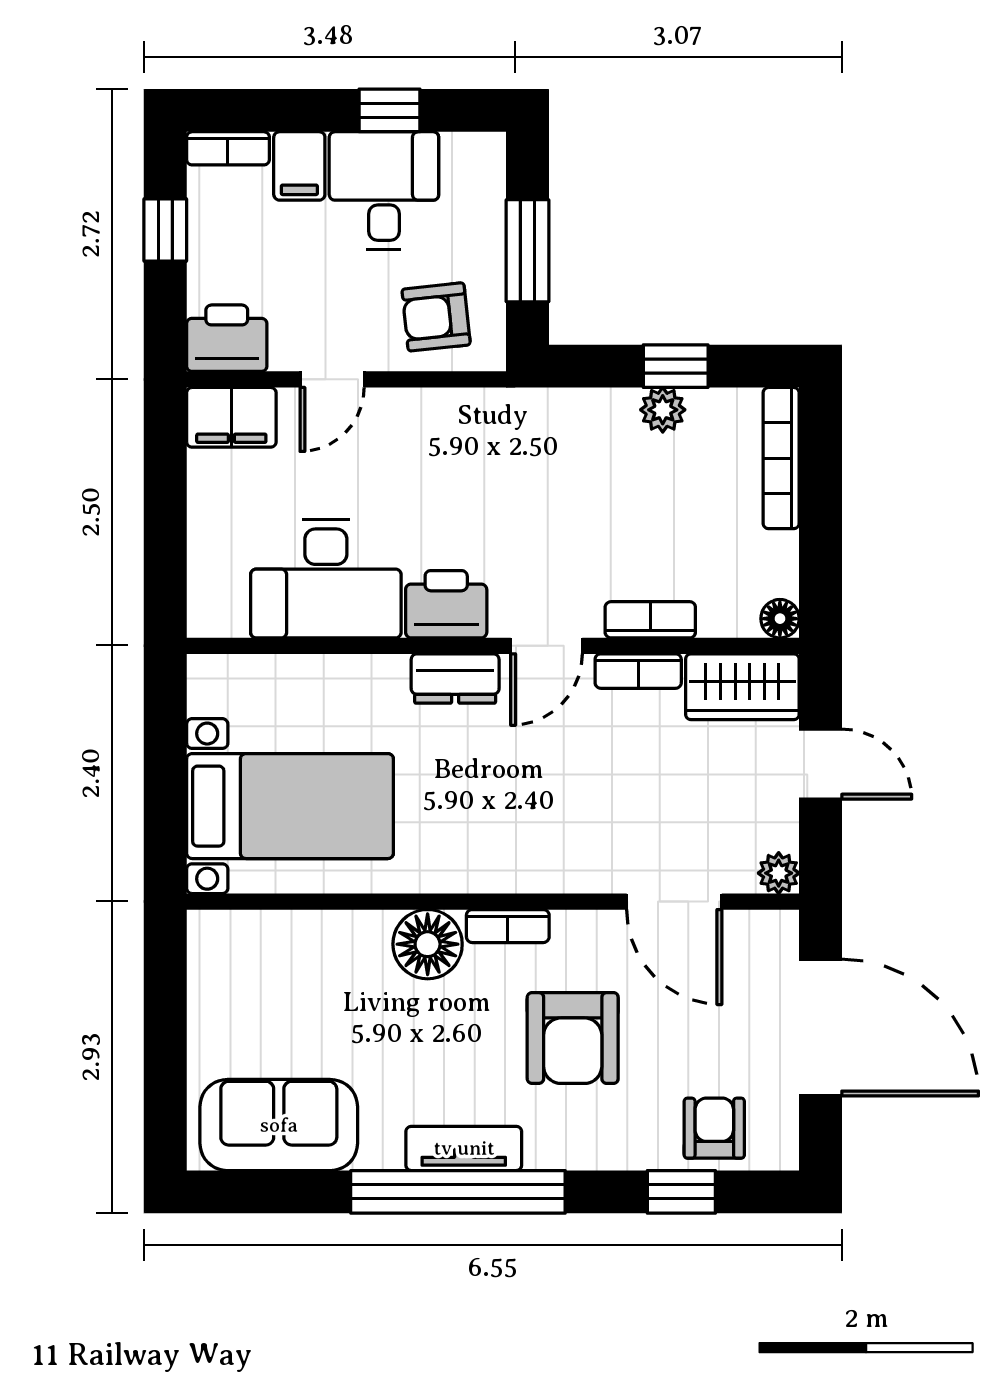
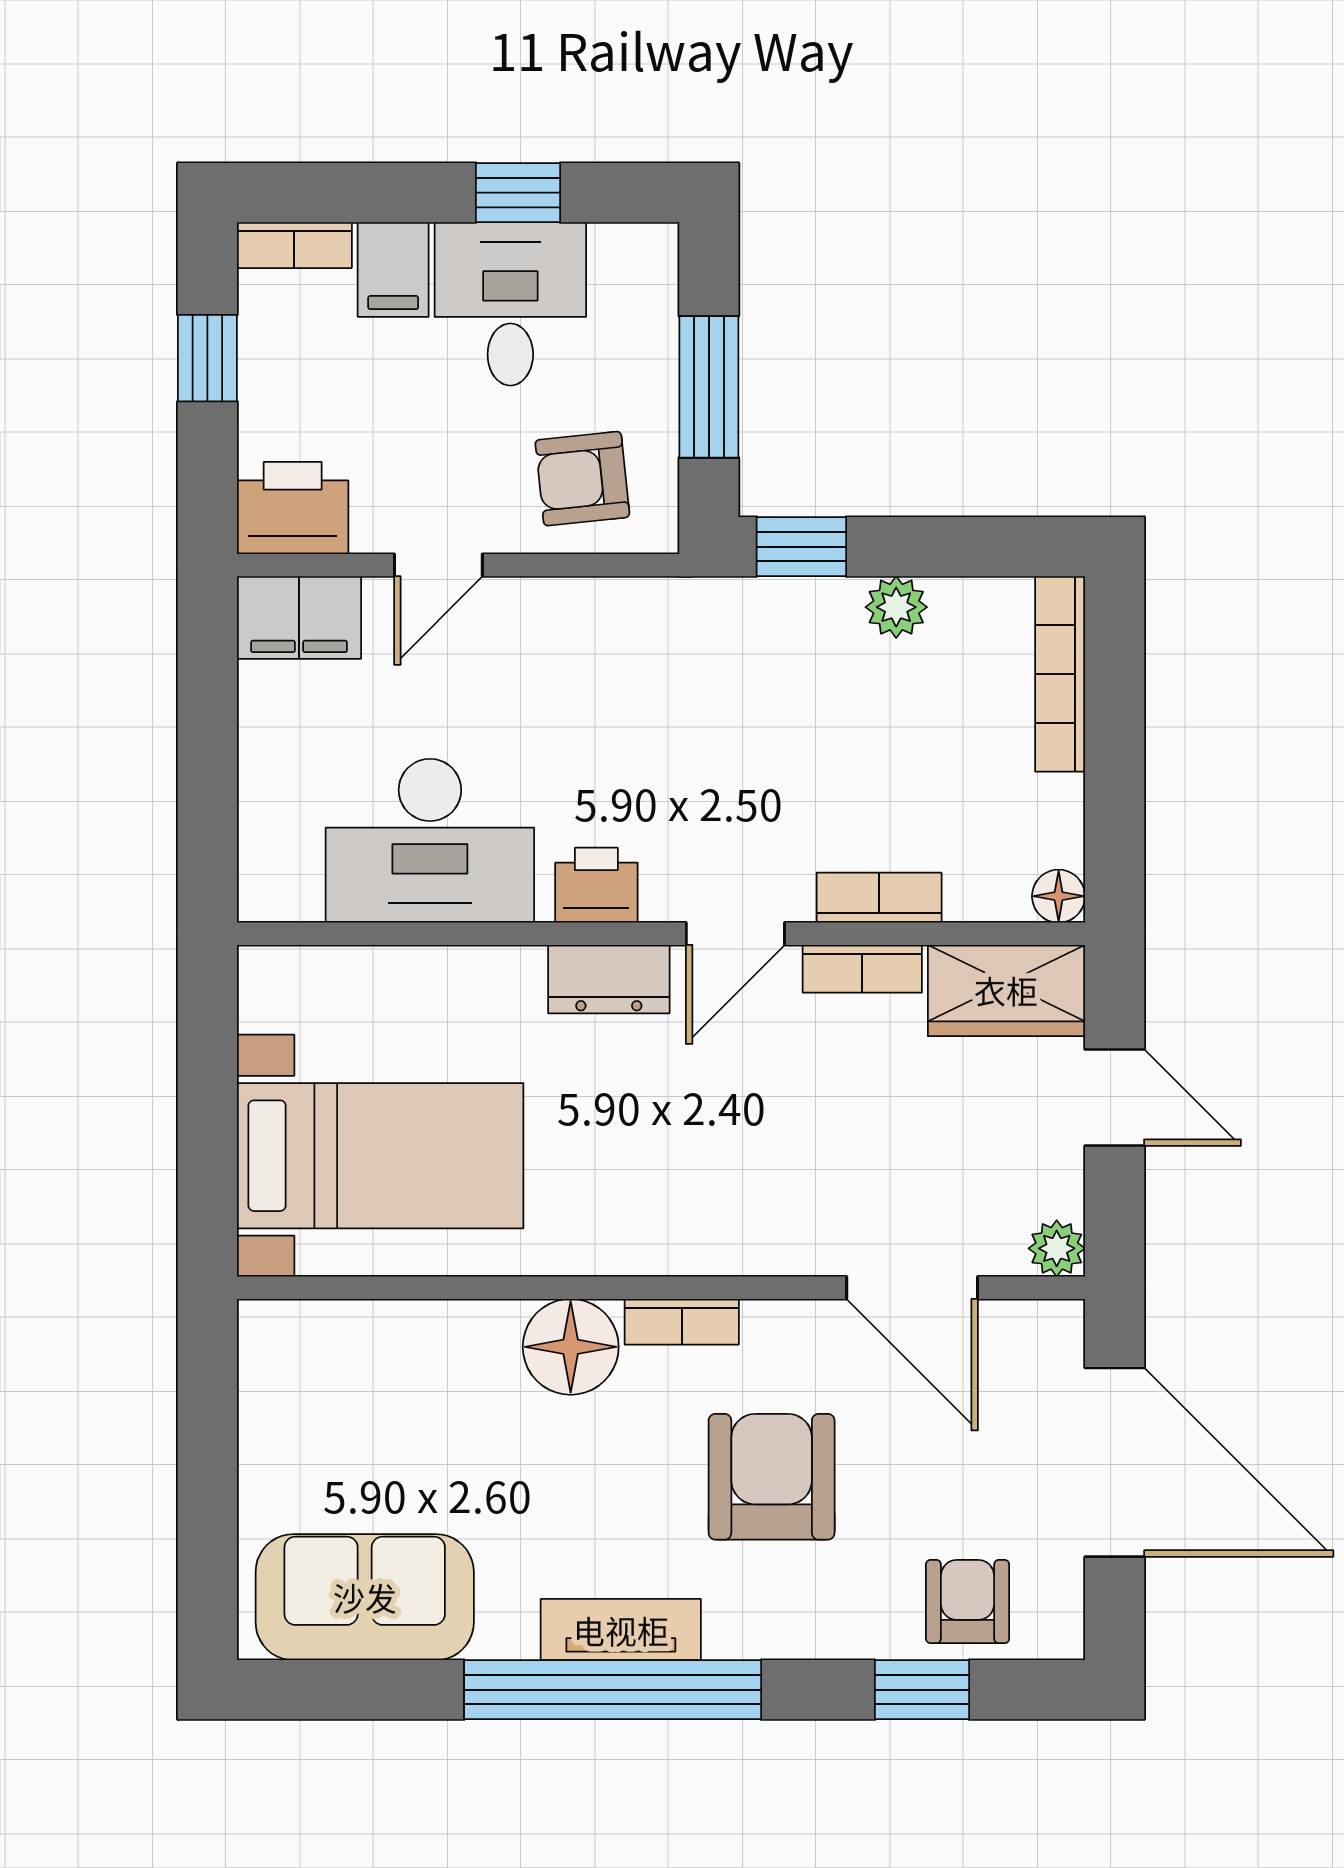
window: (676, 366) -> (801, 547), moved
printer: (446, 604) -> (596, 885), width x0.73, depth x0.81
armchair: (573, 1038) -> (772, 1477), turned 180

